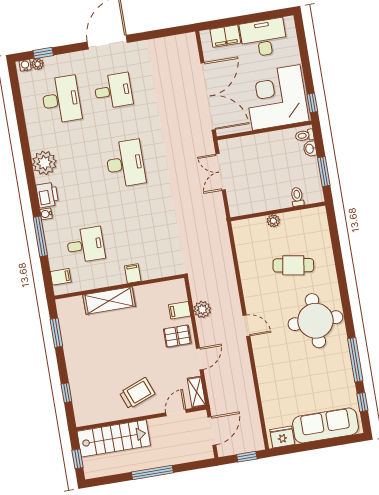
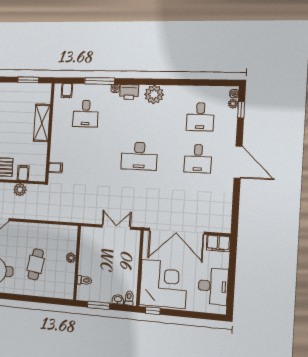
filing cabinet: (225, 36) -> (218, 243), moved, turned -90
desk: (61, 100) -> (200, 117), width x0.73
filing cabinet: (133, 273) -> (56, 168), moved

